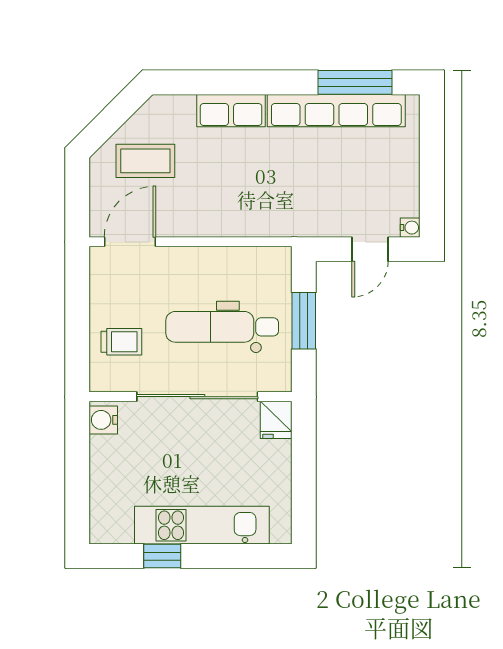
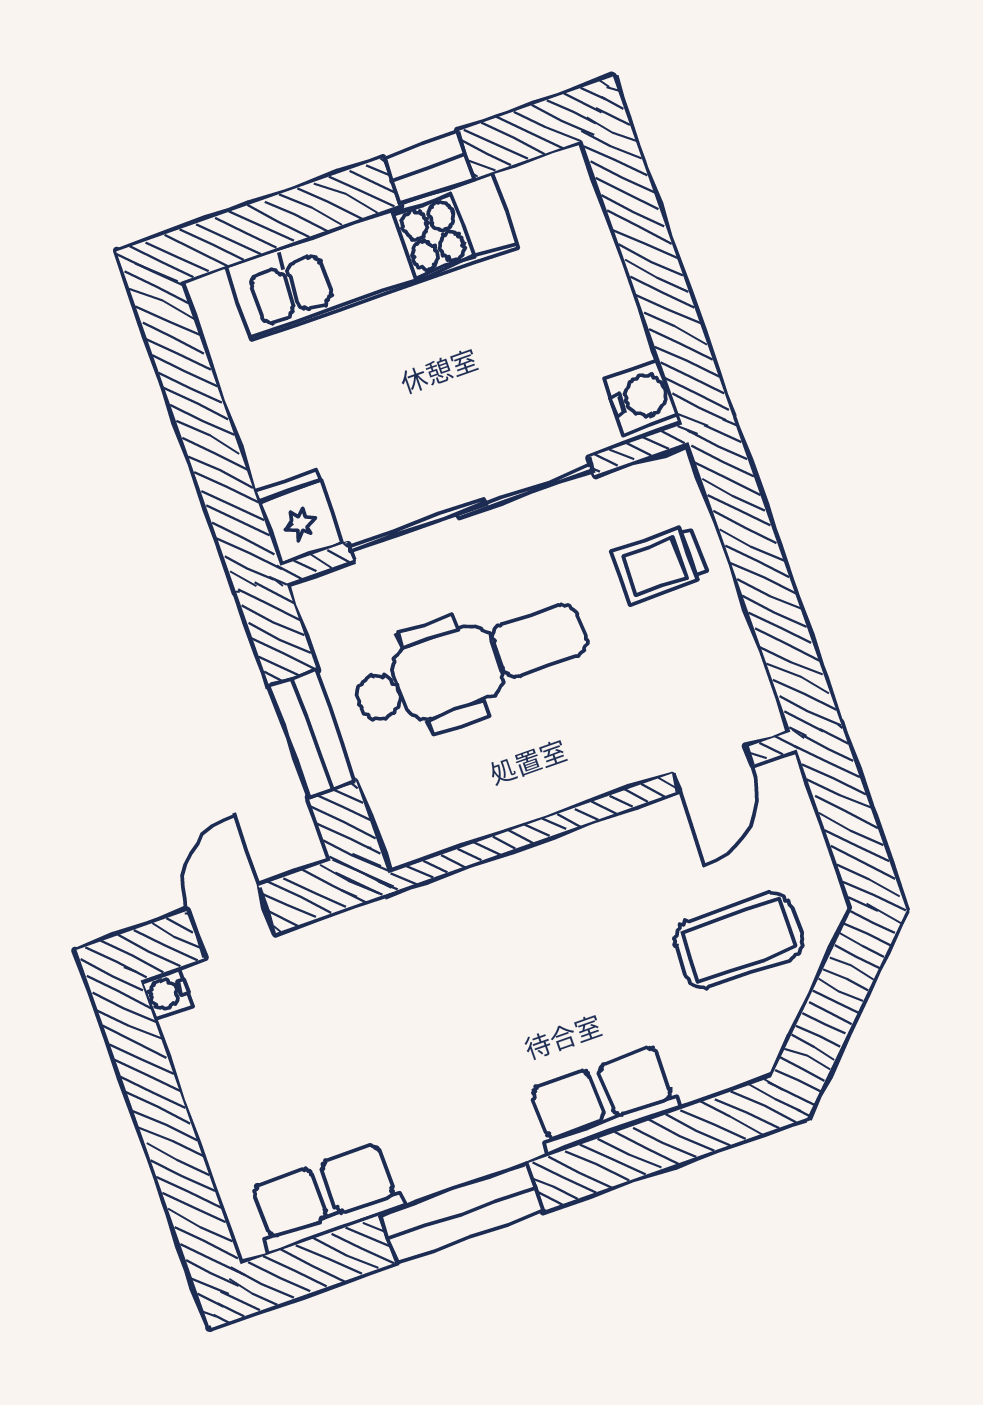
window: (355, 82) -> (462, 1213), moved
row of seats: (336, 111) -> (326, 1198), width x0.50
door: (130, 242) -> (713, 769), width x0.73

